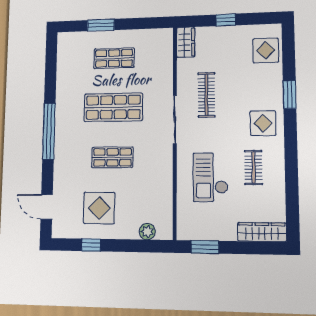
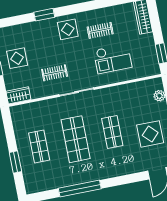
display table: (266, 50) -> (17, 58), moved
clothes rail: (206, 95) -> (55, 73), width x0.73
window: (49, 131) -> (80, 189), moved

